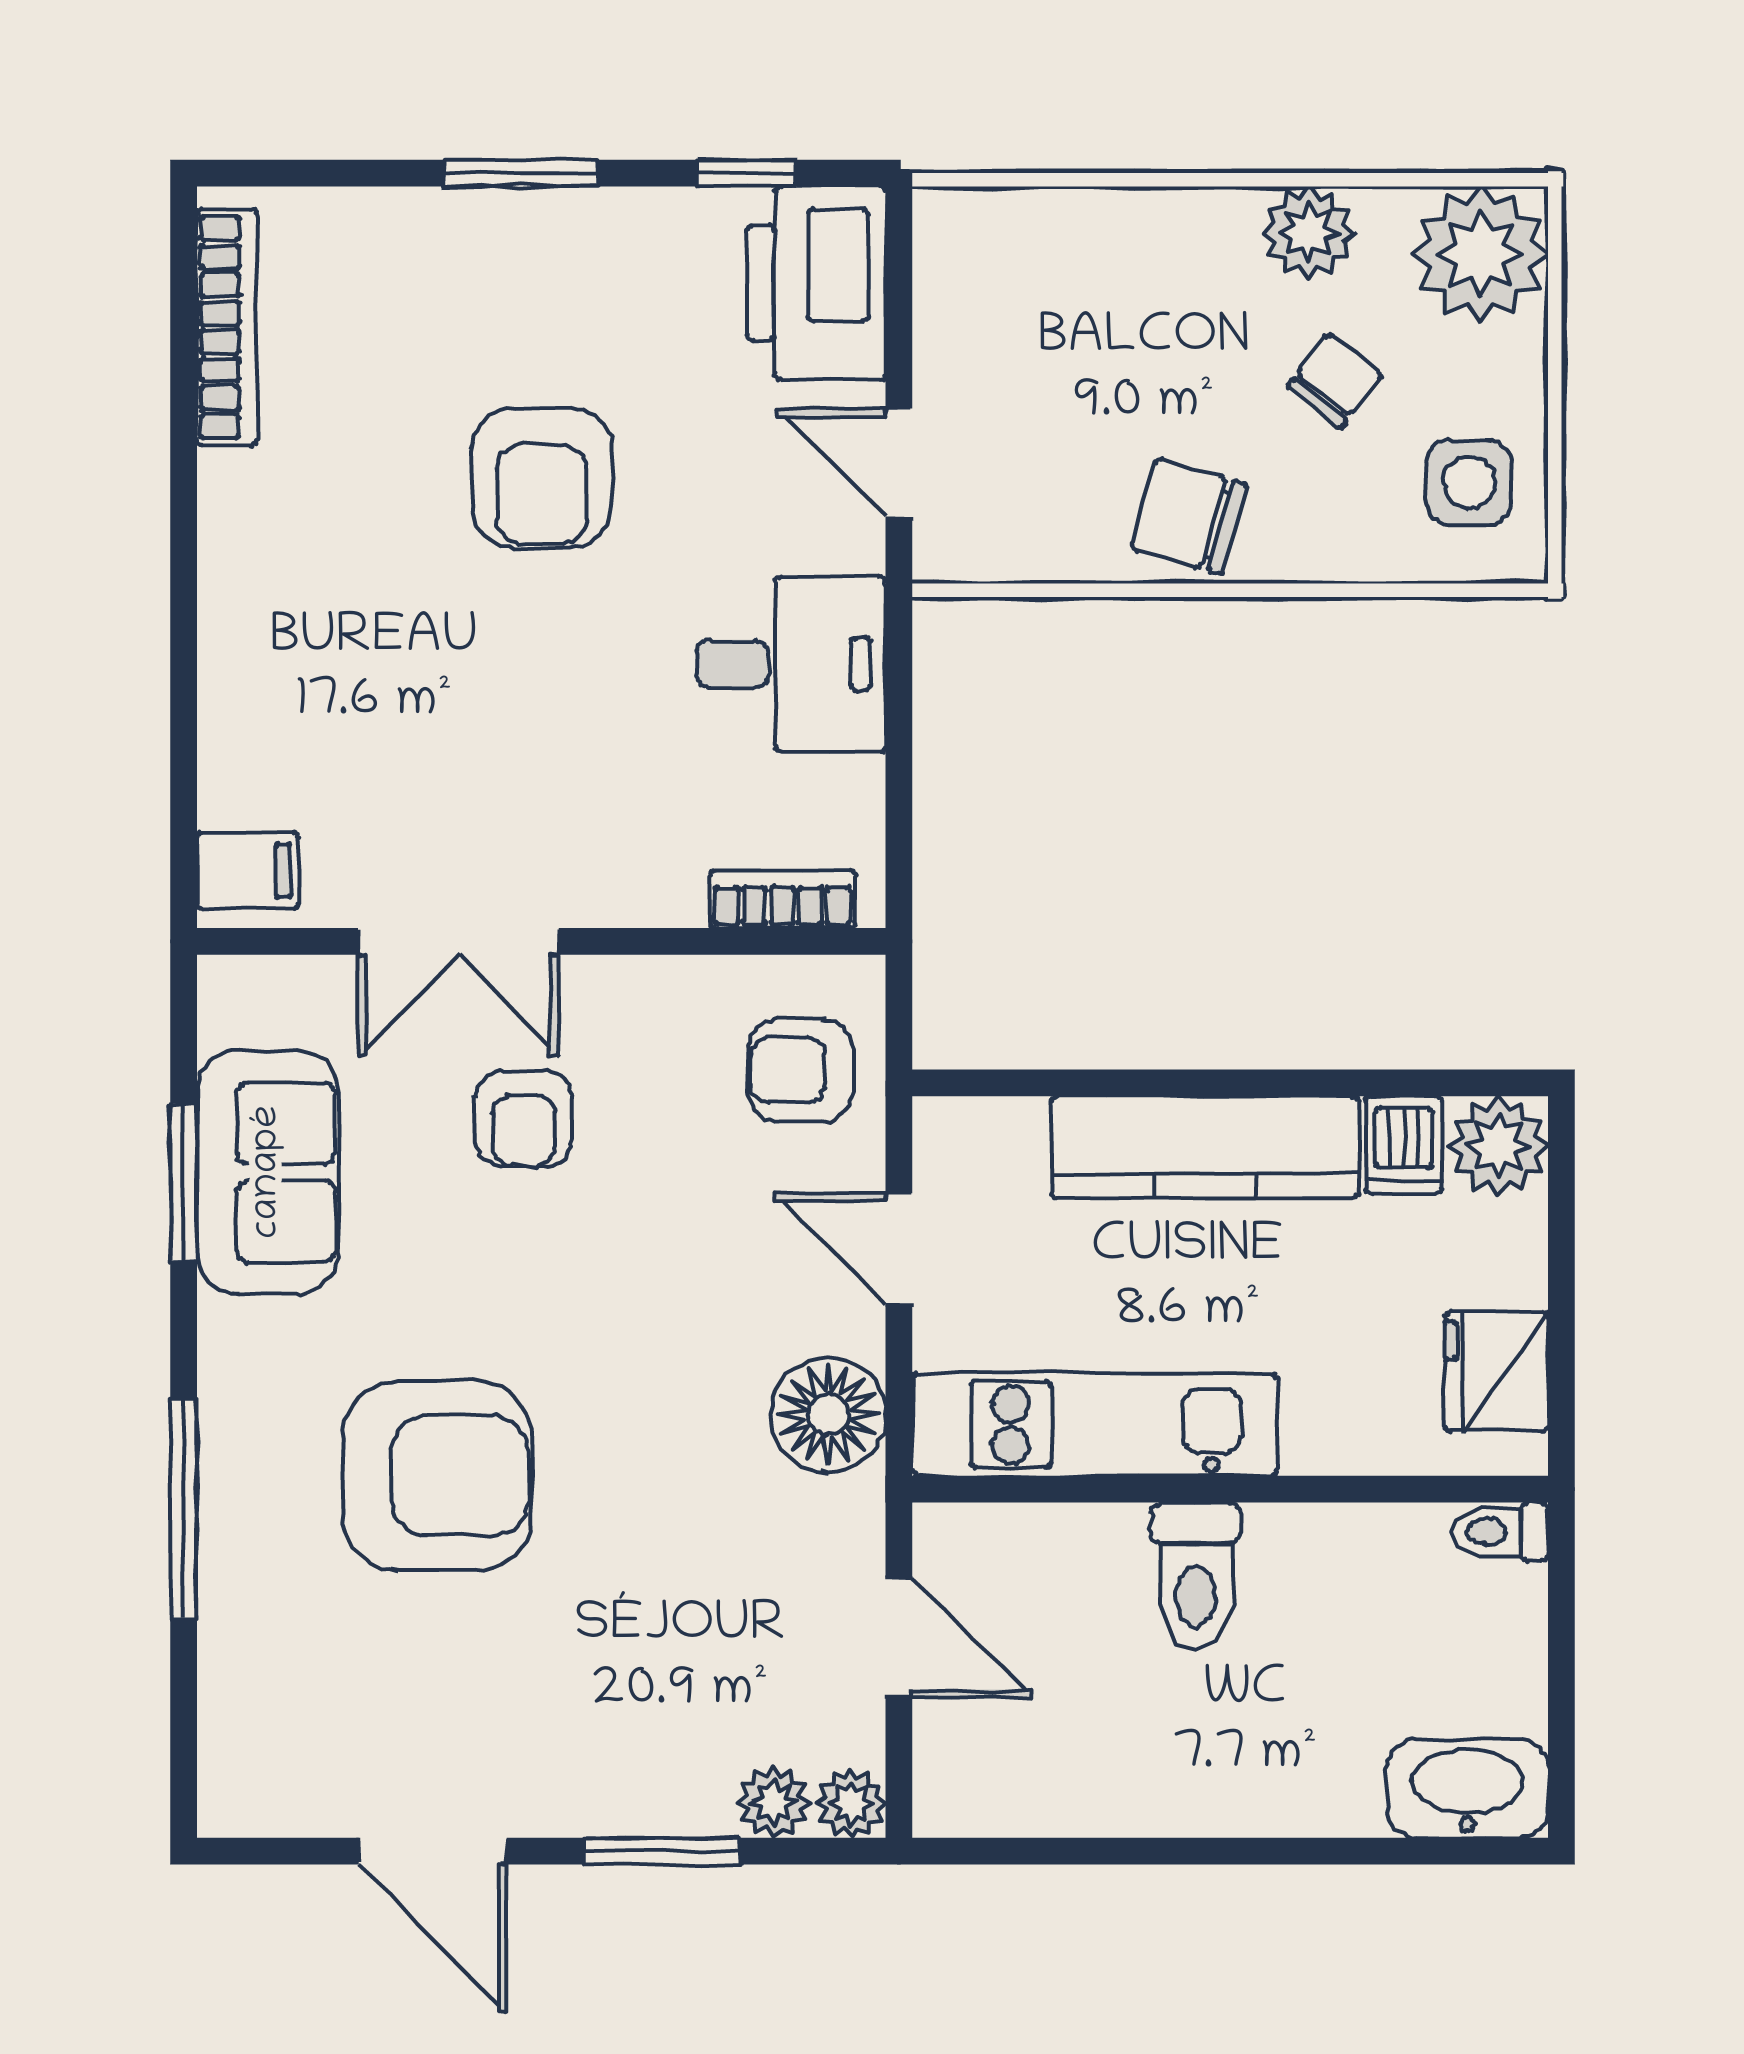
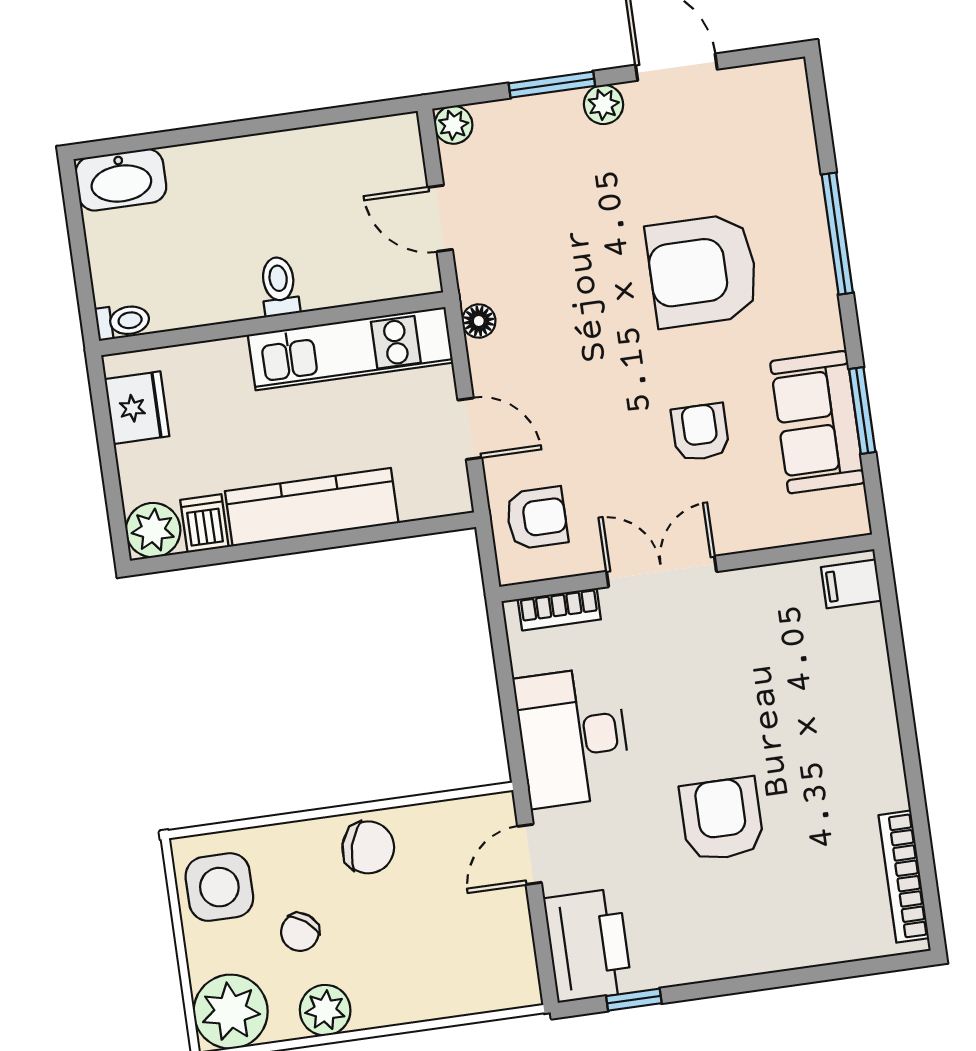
window: (521, 173) -> (756, 982), removed
door: (899, 463) -> (530, 854), swing flipped
side table: (1469, 482) -> (219, 887), width x1.37, depth x1.37
desk: (791, 664) -> (573, 737), width x1.37
double door: (458, 941) -> (661, 572), moved
armchair: (524, 1119) -> (700, 432), moved
floor lamp: (828, 1415) -> (479, 321), width x0.53, depth x0.53
toilet: (1196, 1576) -> (279, 286), width x0.73, depth x0.72
plant: (774, 1802) -> (603, 104), moved

